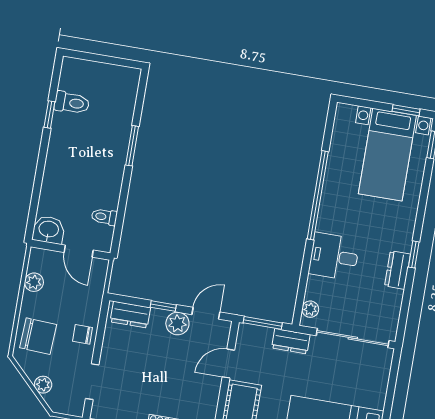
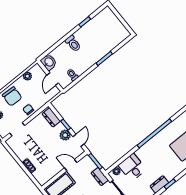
toilet: (72, 103) -> (73, 44), moved
desk: (334, 257) -> (132, 167), moved
door: (206, 313) -> (78, 140), hinge flipped

